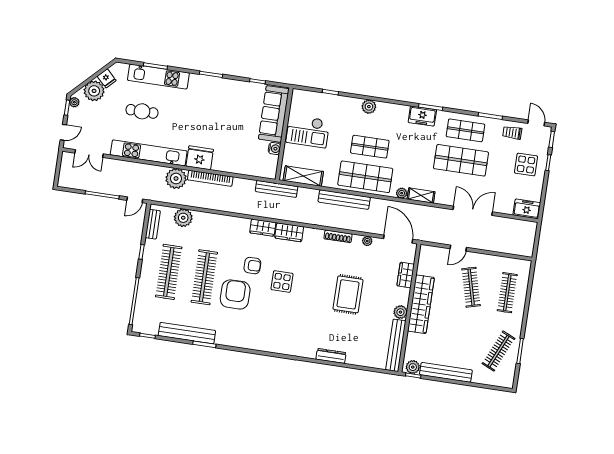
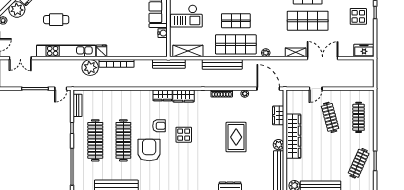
fridge: (200, 158) -> (101, 51), width x0.53, depth x0.75
shelving: (421, 195) -> (296, 52), moved
plant: (183, 218) -> (100, 97), removed

